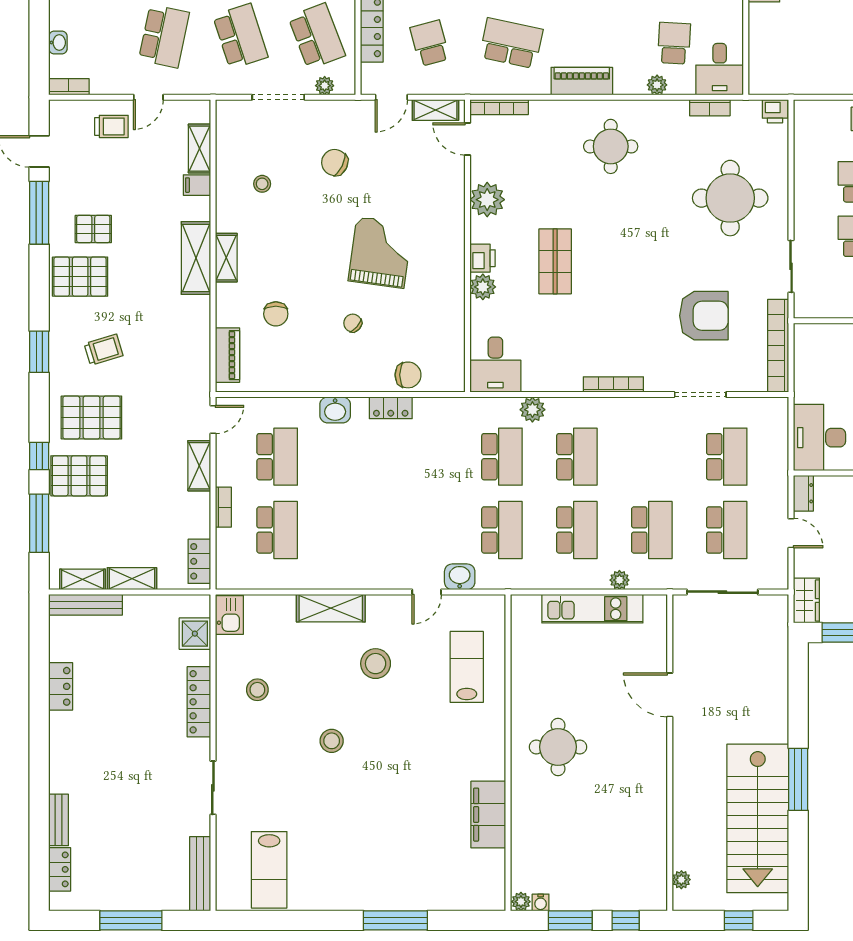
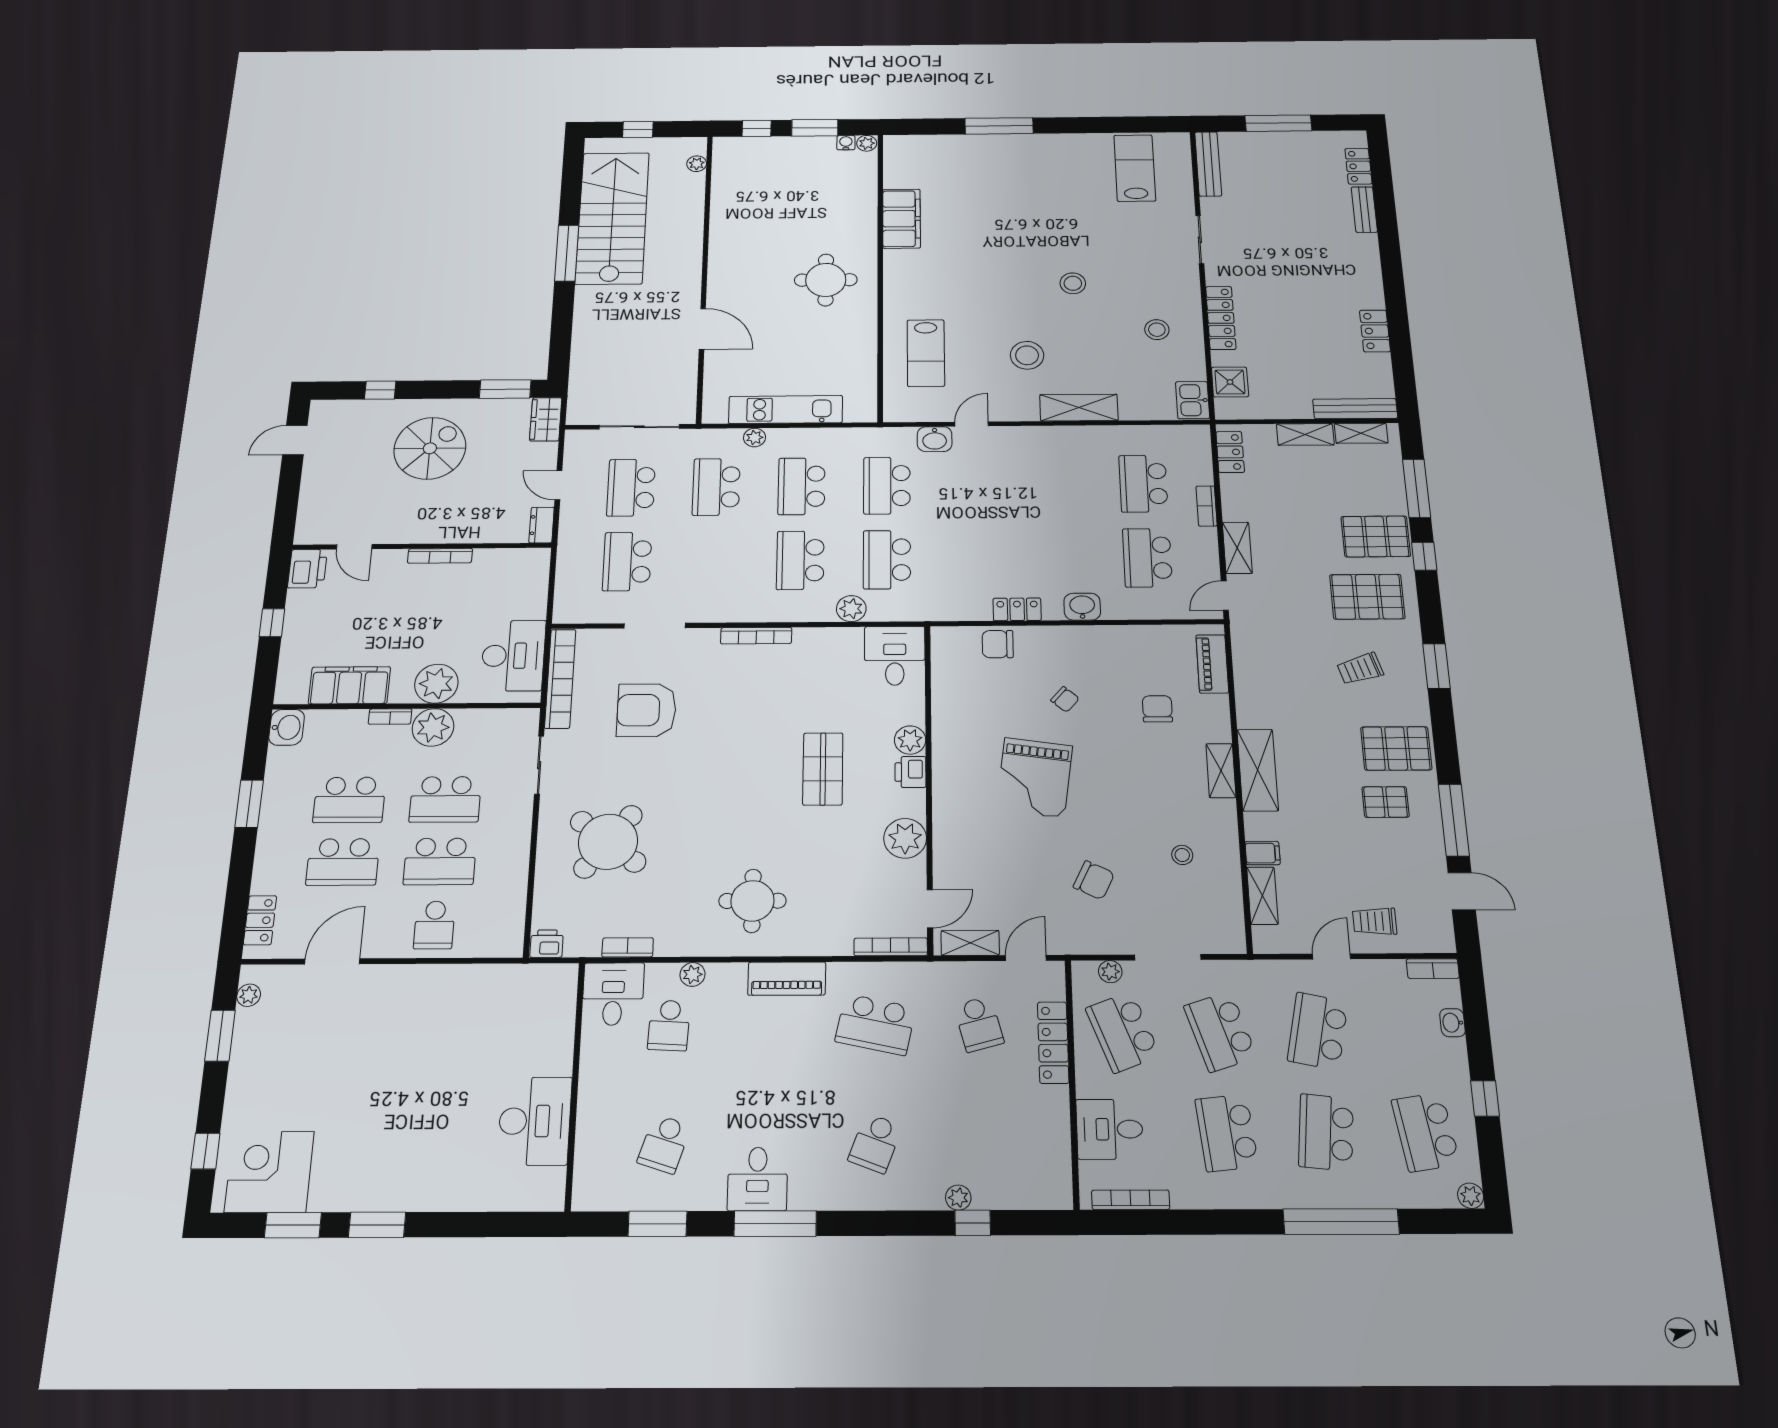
door: (467, 139) -> (930, 909), hinge flipped
round table: (730, 198) -> (608, 842), turned 38
desk: (819, 438) -> (513, 656), moved

